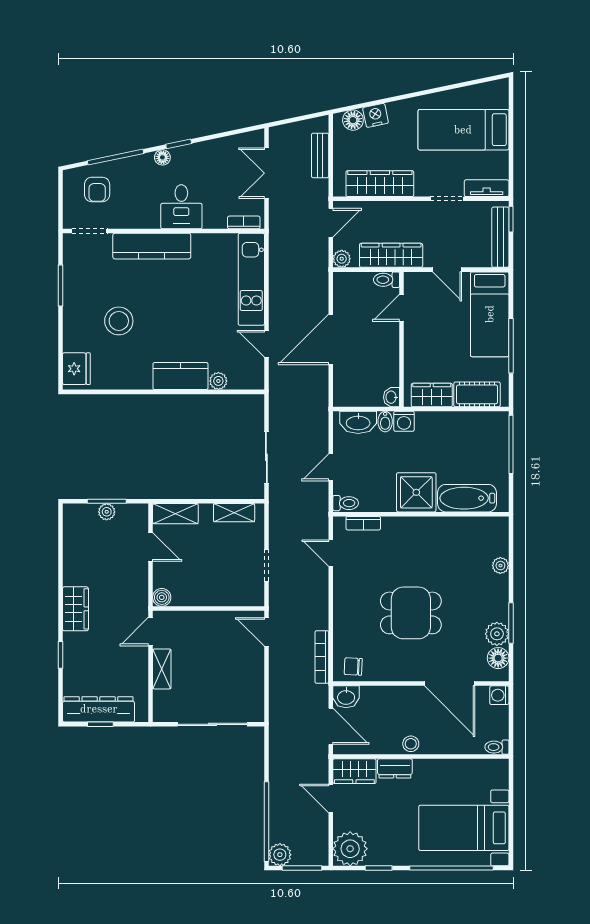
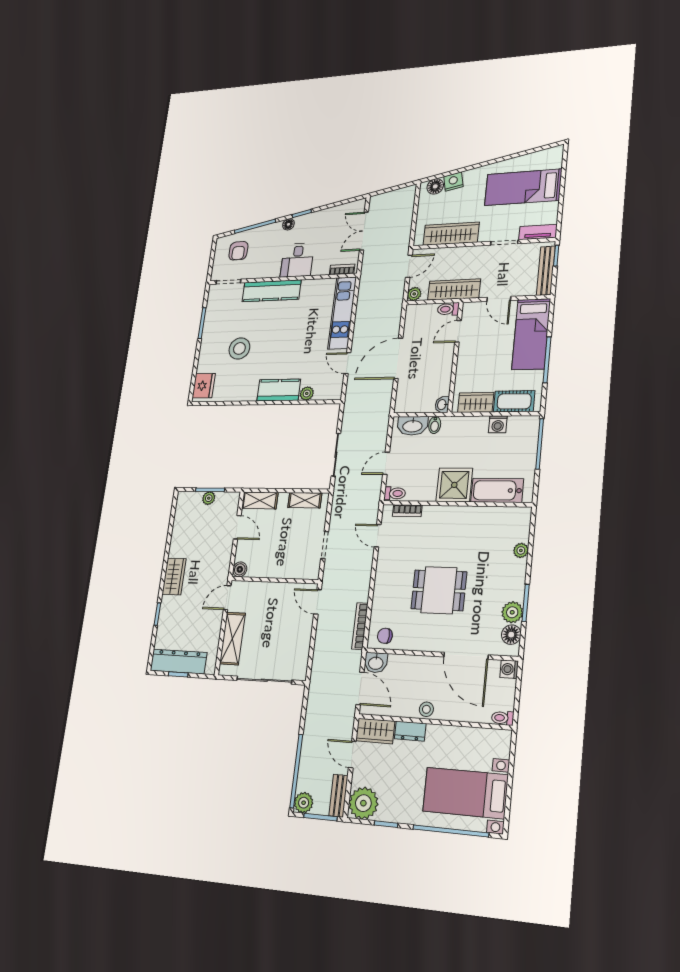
bench: (320, 155) -> (338, 796), moved
washing machine: (404, 421) -> (498, 424), moved
shelving: (162, 669) -> (232, 639), width x1.50, depth x1.33

